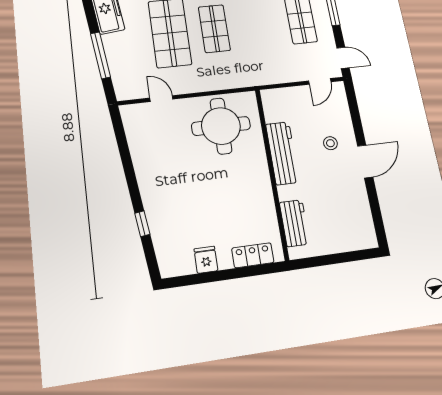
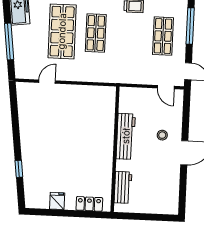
door: (320, 81) -> (166, 87), hinge flipped
door: (161, 99) -> (47, 82), hinge flipped
round table: (221, 126) -> (86, 109), removed

